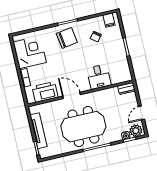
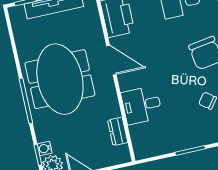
dresser: (126, 88) -> (118, 131), moved
door: (72, 95) -> (111, 60), hinge flipped

